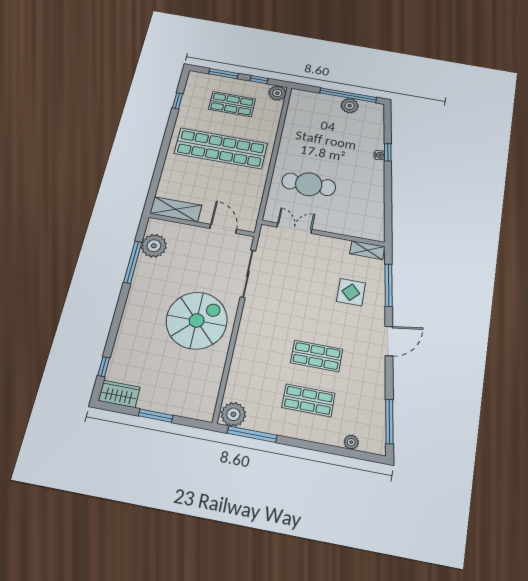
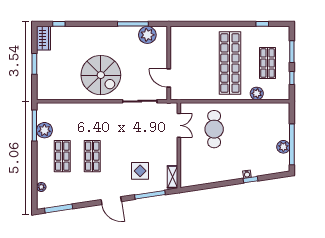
plant: (277, 93) -> (257, 93), moved
shelving: (176, 209) -> (177, 43), removed
door: (223, 229) -> (169, 78), swing flipped
plant: (233, 414) -> (44, 130), moved

